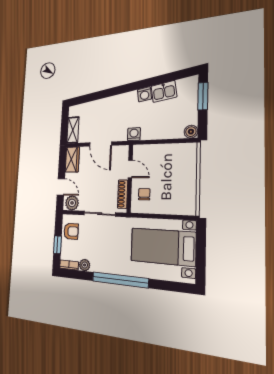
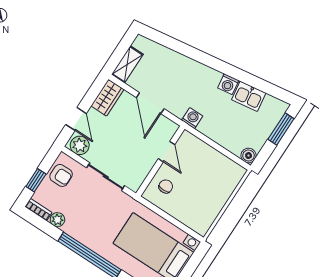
shoe rack: (123, 194) -> (143, 172), removed

